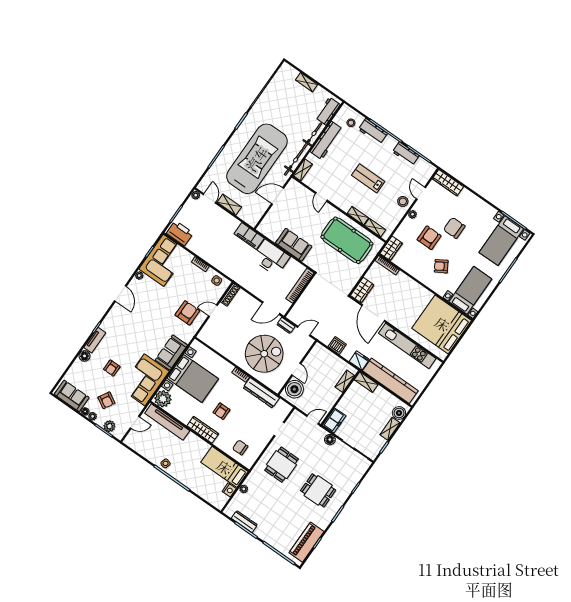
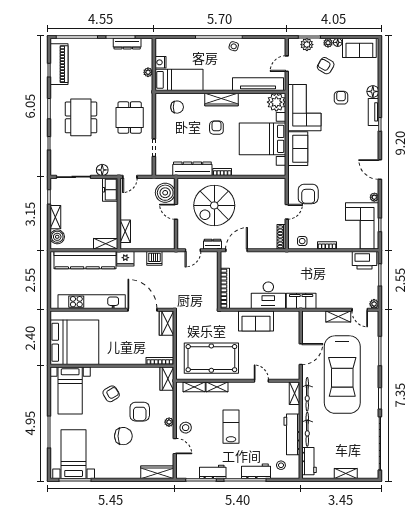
lab bench: (368, 178) -> (231, 427), turned -90
dining table: (318, 490) -> (81, 117), width x1.37

